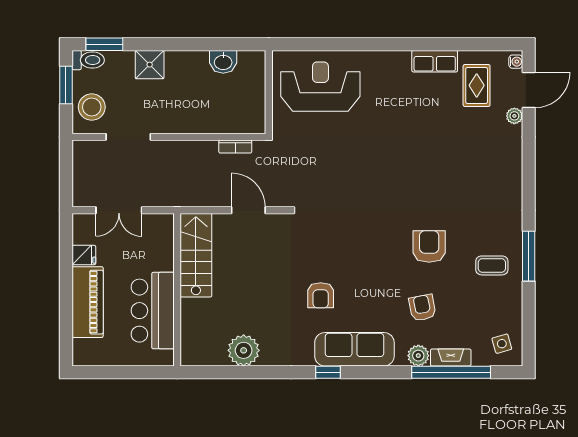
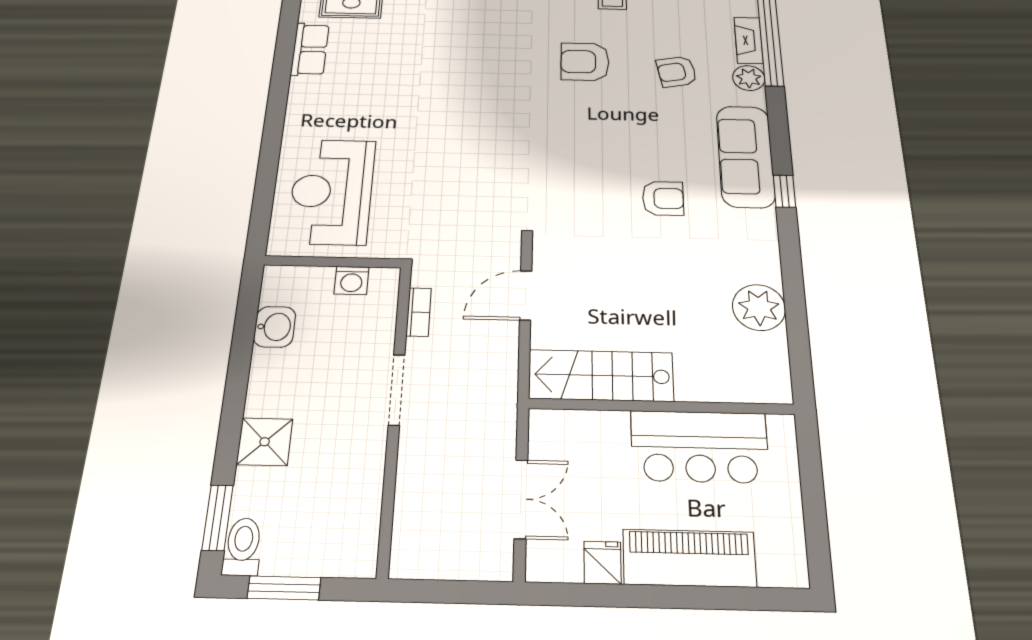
washing machine: (256, 105) -> (352, 281), added
stool: (92, 107) -> (330, 542), removed
doorway: (128, 137) -> (397, 390), moved

